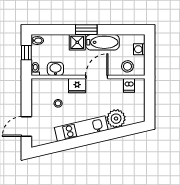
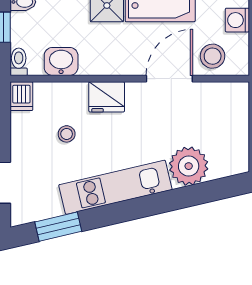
door: (97, 77) -> (169, 79), moved
dishwasher: (129, 85) -> (21, 96), moved
window: (54, 147) -> (58, 227), added

